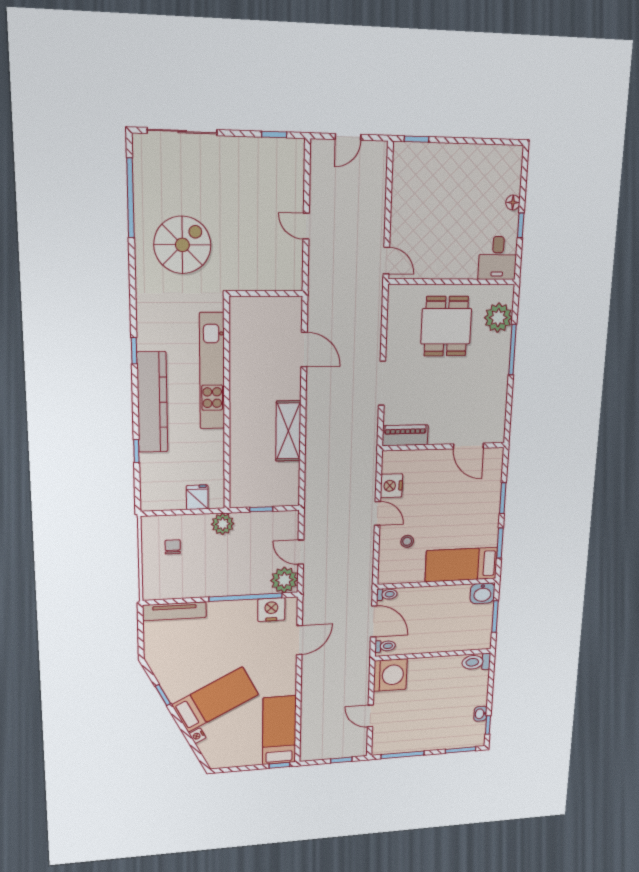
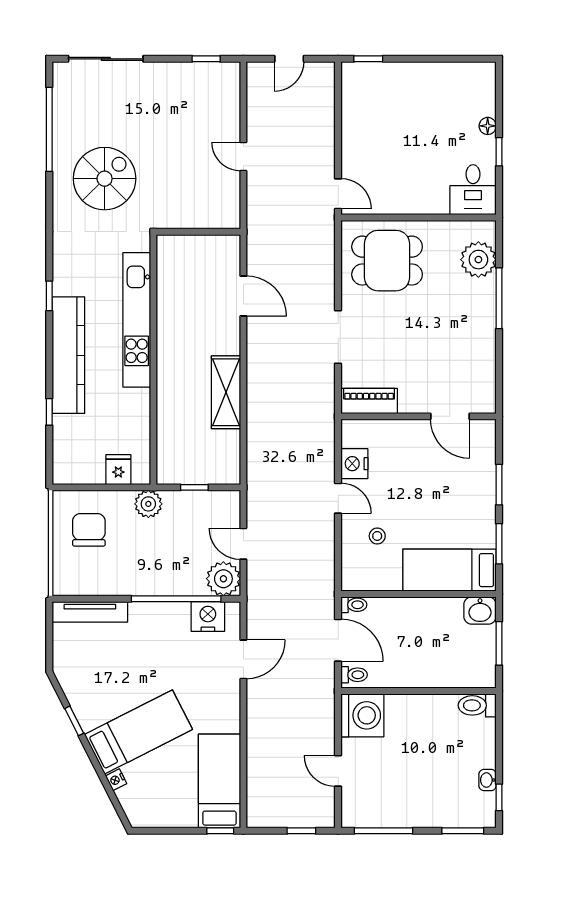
dining table: (446, 326) -> (387, 261), moved, turned 90
chair: (173, 547) -> (89, 530), width x1.87, depth x1.87

